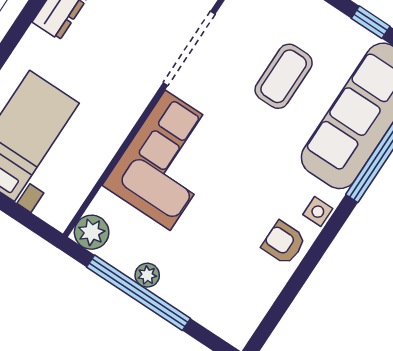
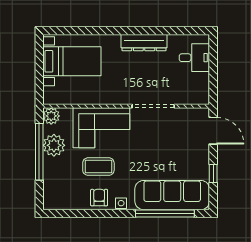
coffee table: (284, 76) -> (98, 167), moved
plant: (147, 275) -> (54, 145), width x1.87, depth x1.87

